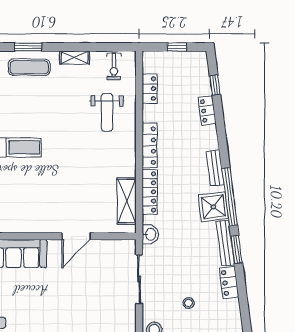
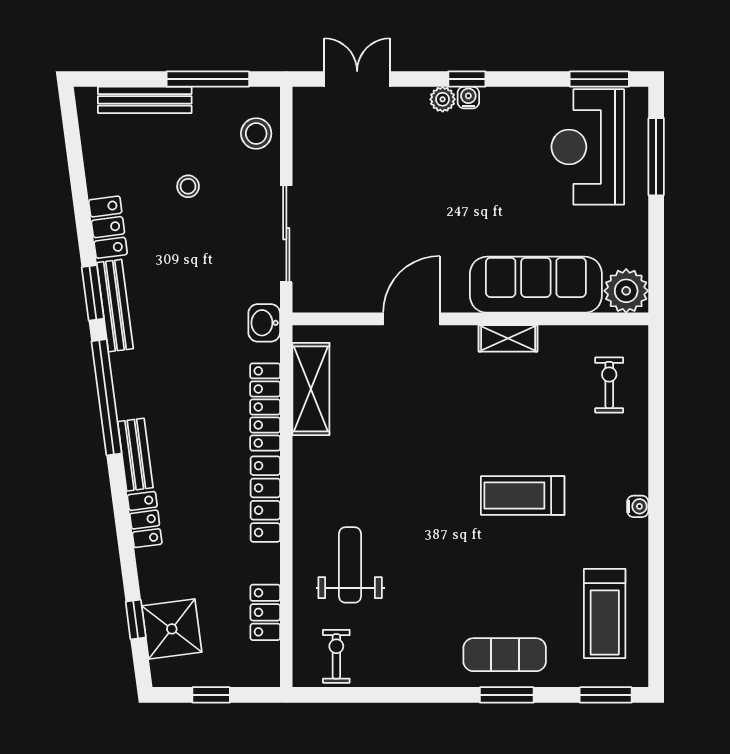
shelving: (75, 58) -> (508, 338), moved
locker: (207, 110) -> (145, 520), moved
shower: (213, 207) -> (172, 629), moved

